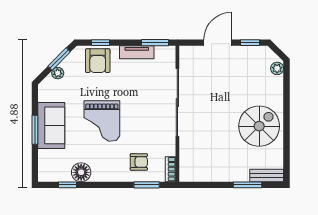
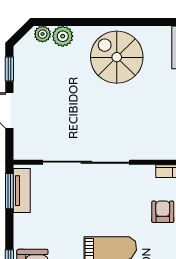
tv unit: (137, 52) -> (22, 191), moved
plant: (275, 84) -> (63, 36), added

